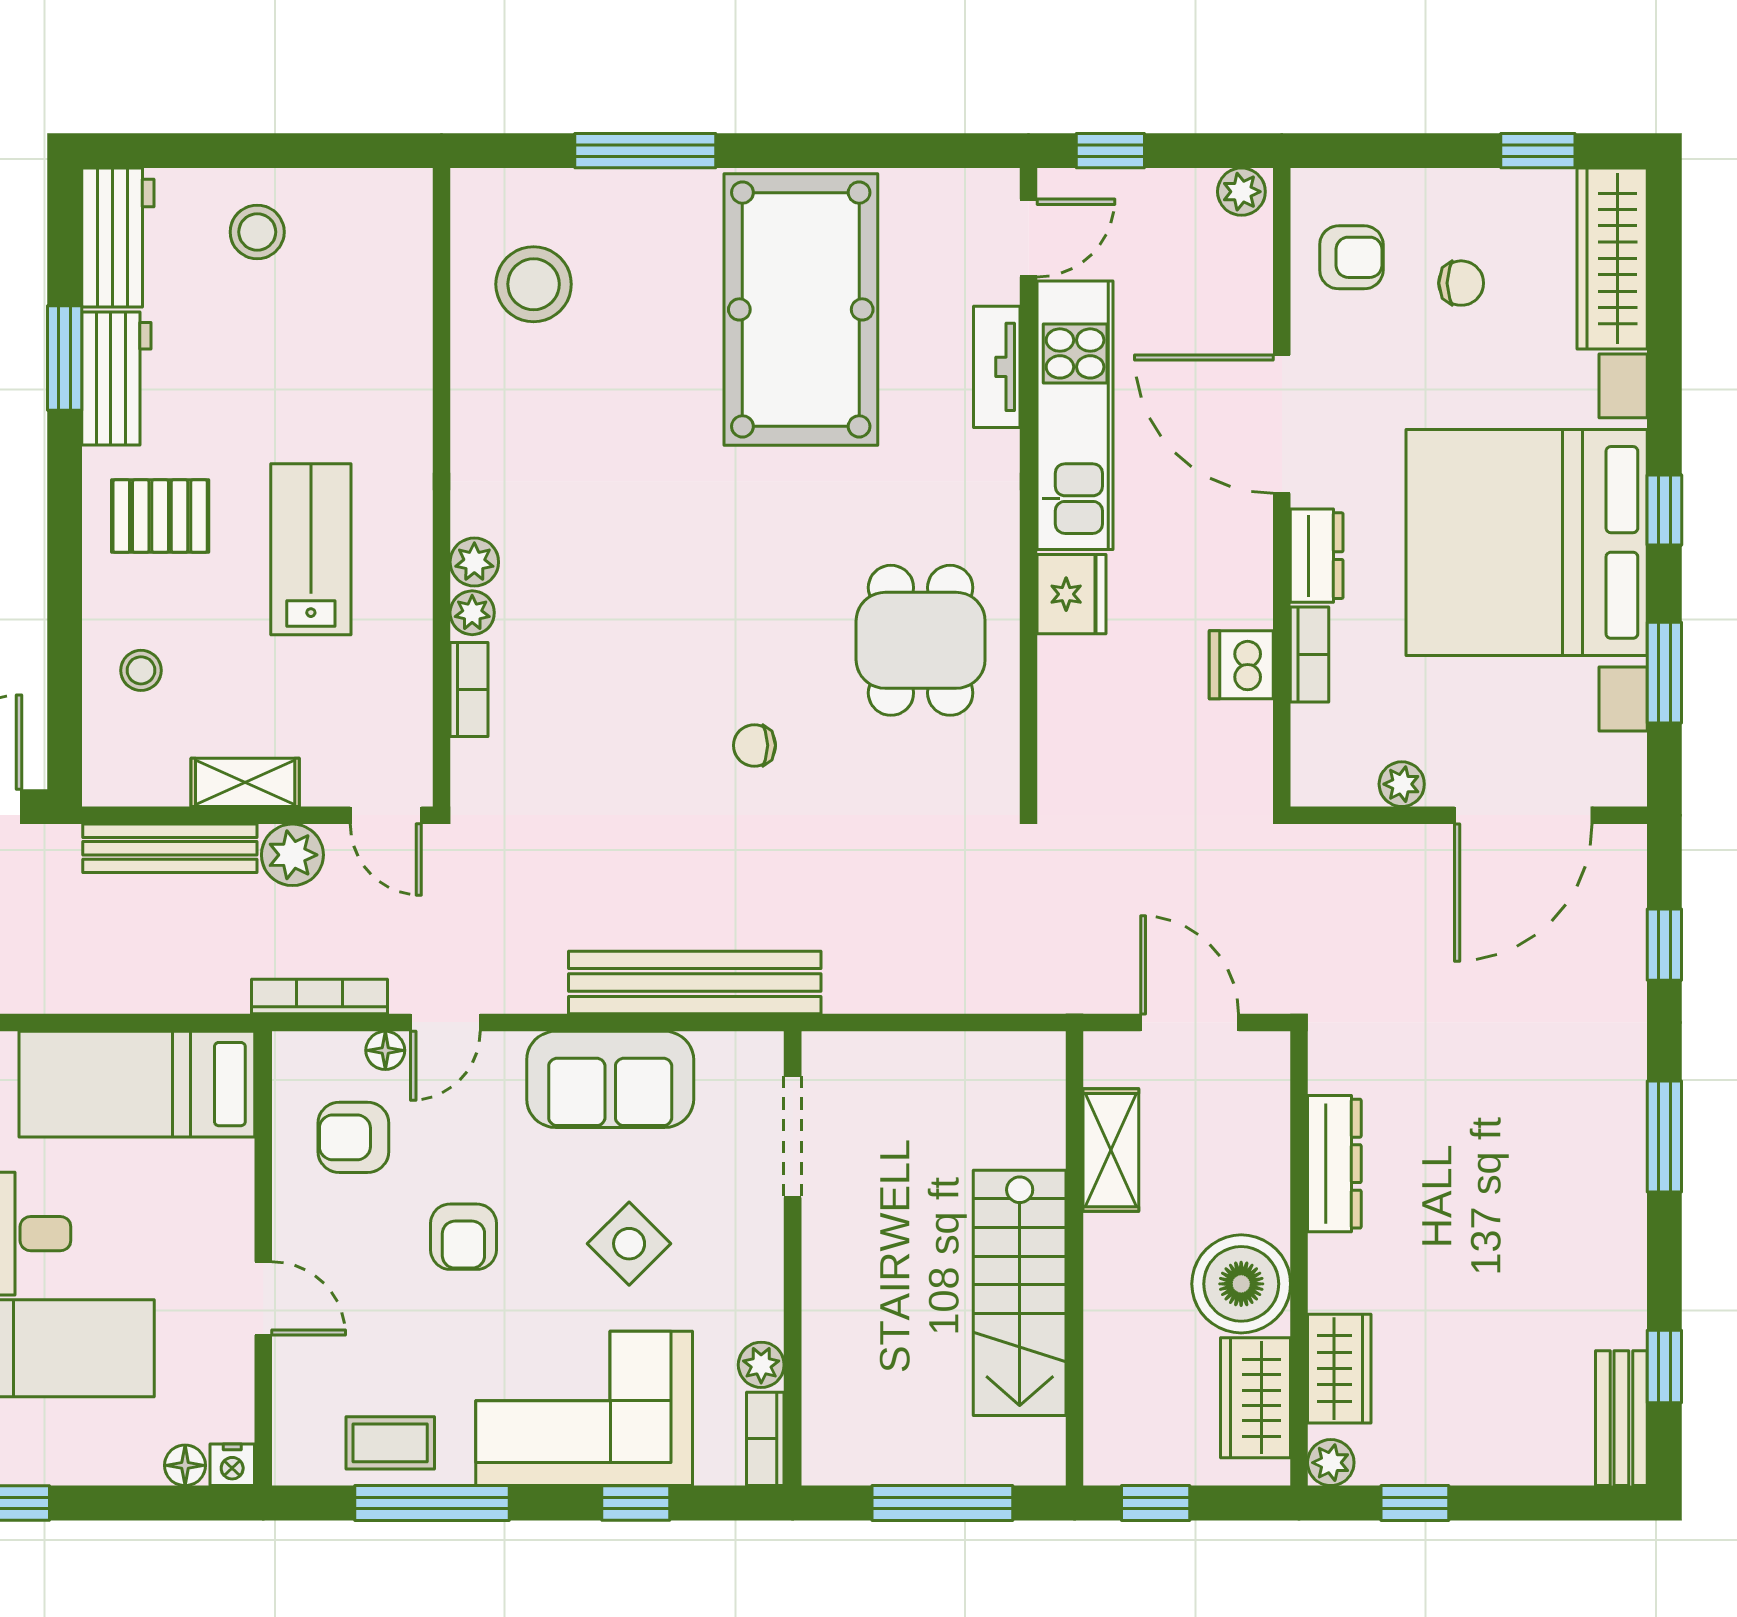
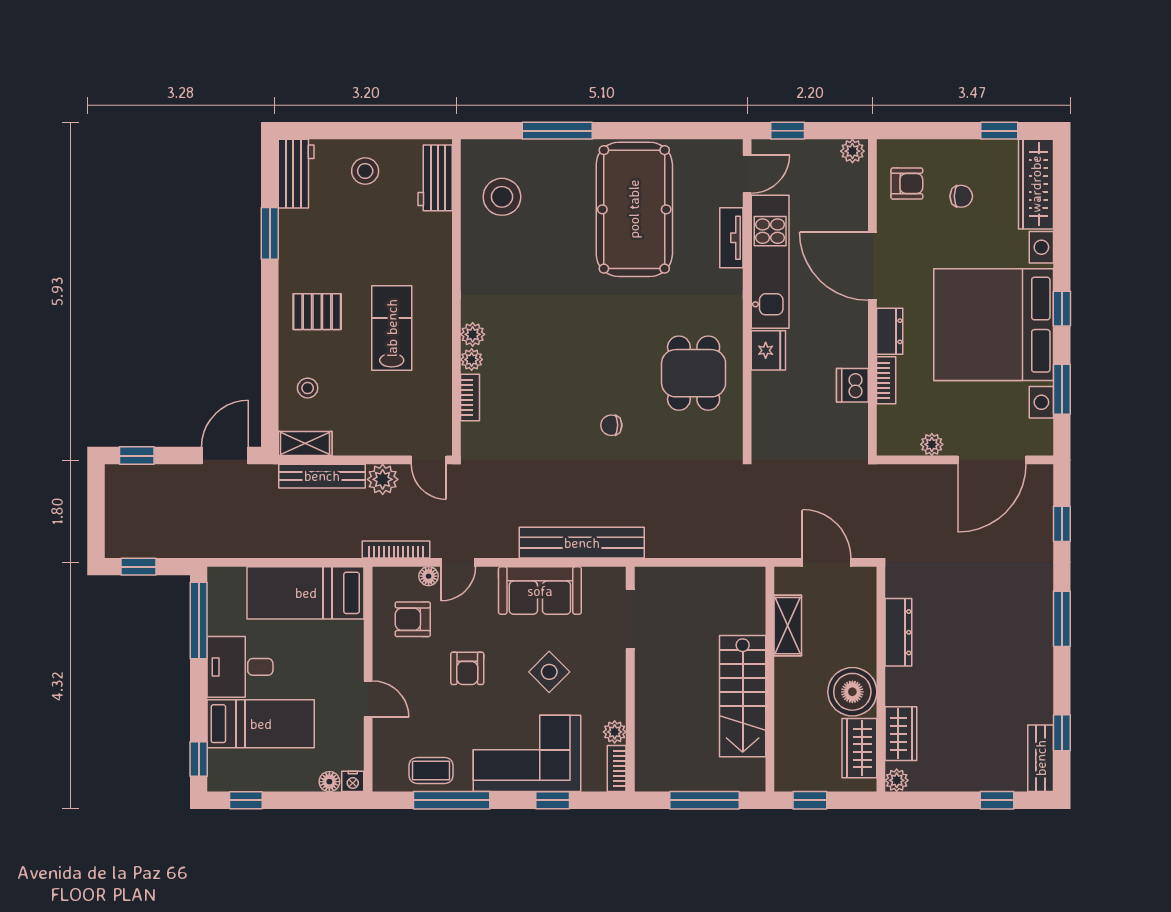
workbench: (116, 379) -> (435, 178), moved, turned 180
shelving: (245, 782) -> (305, 443), moved
window: (1415, 1503) -> (997, 800), moved

